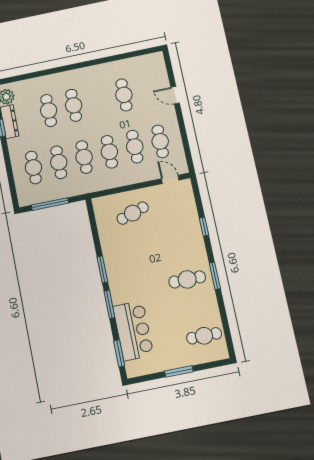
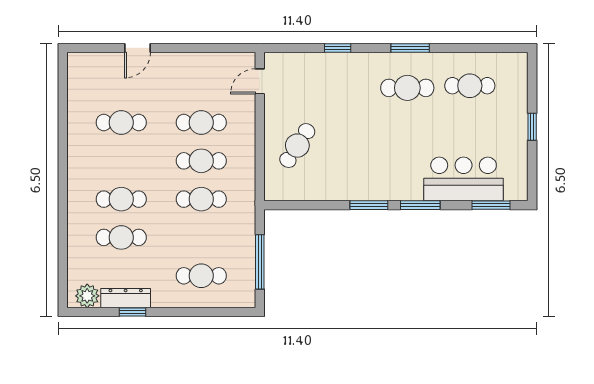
cafe table: (160, 141) -> (201, 84), removed
cafe table: (59, 162) -> (201, 237), removed
cafe table: (133, 213) -> (297, 146), turned 51
cafe table: (187, 279) -> (407, 88), turned 90
cafe table: (204, 336) -> (470, 86), moved, turned 90
window: (179, 371) -> (532, 127), width x0.67

